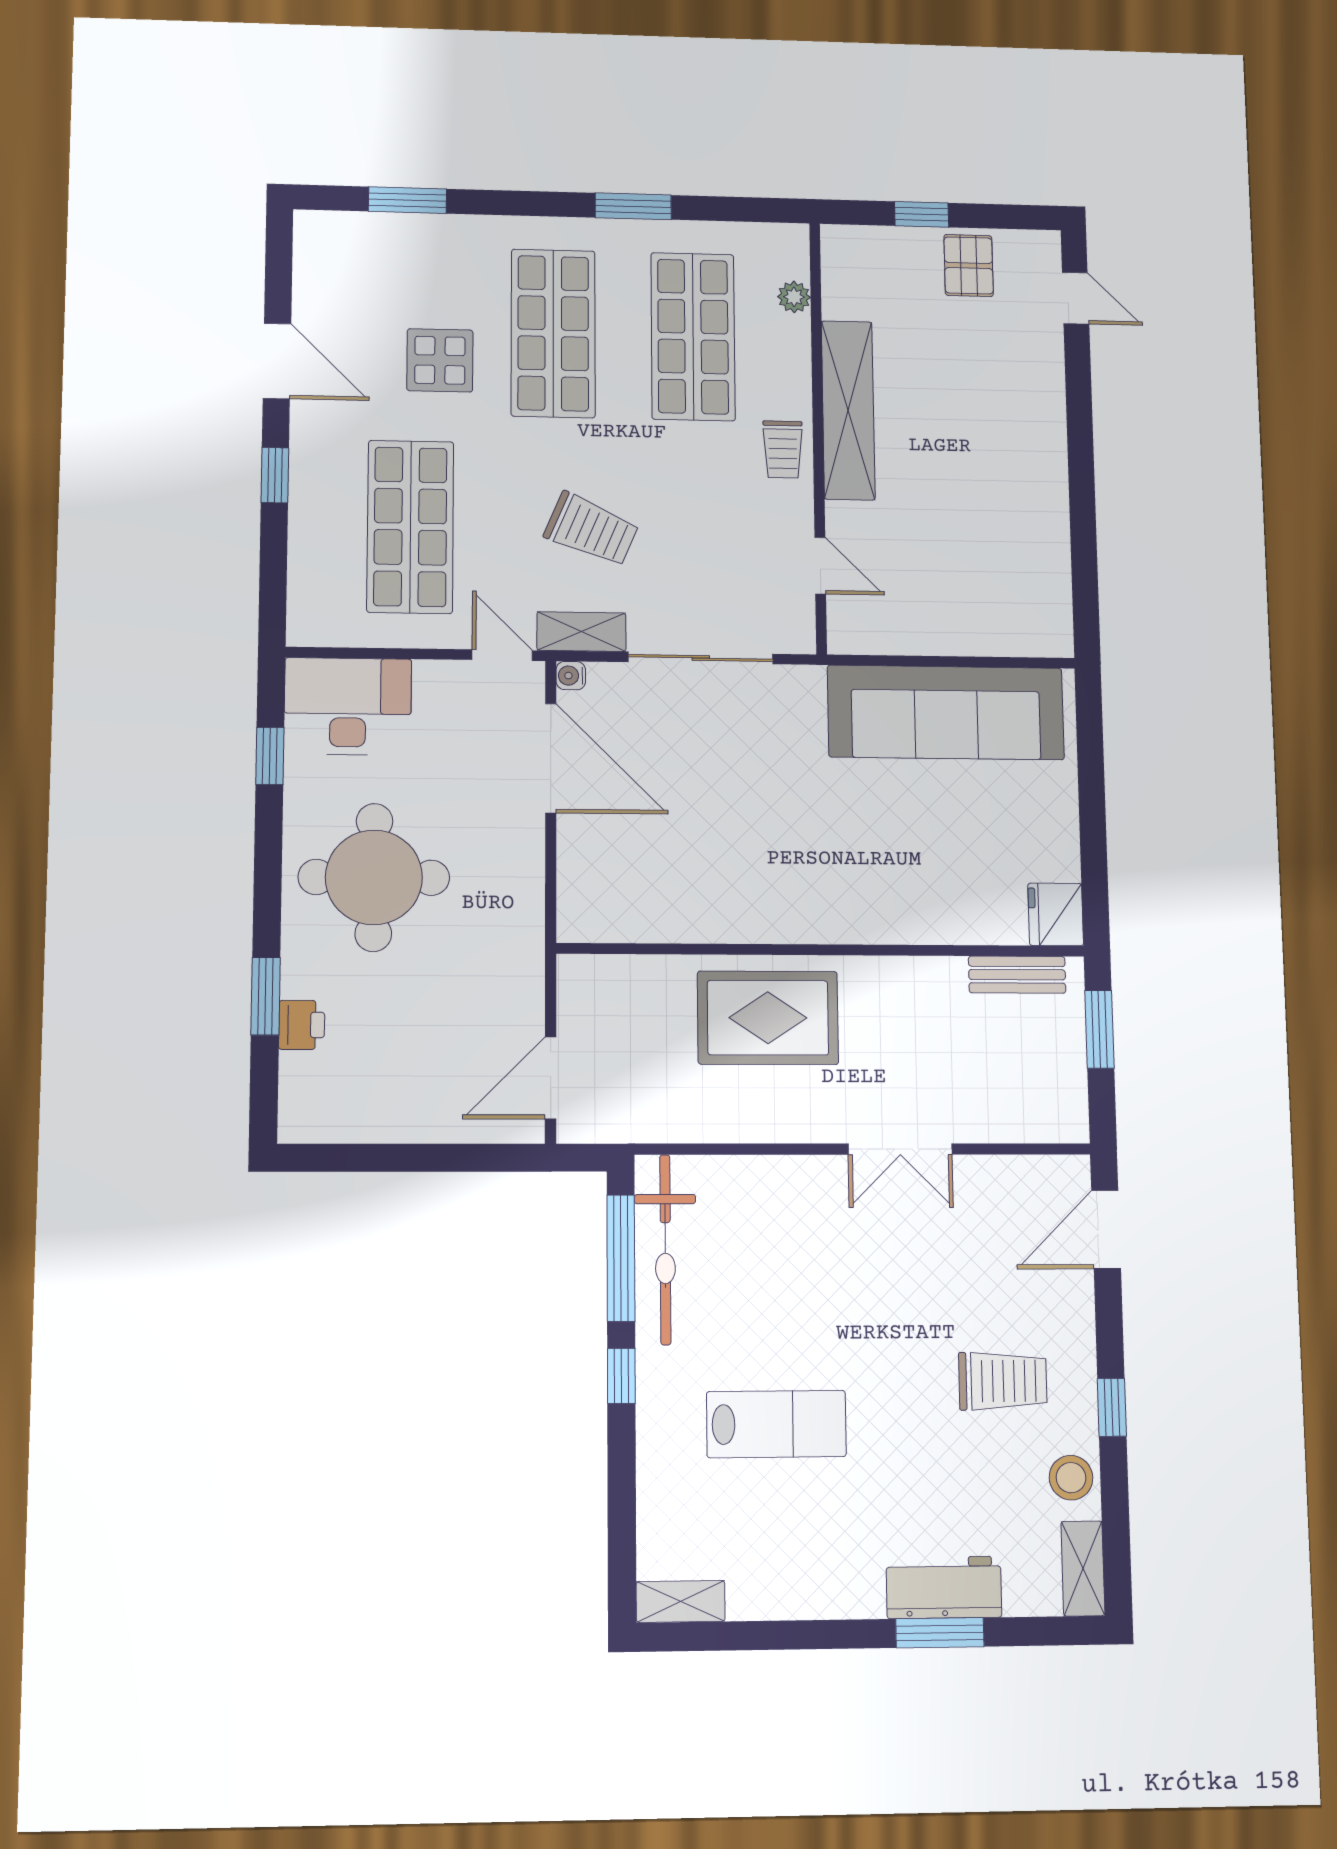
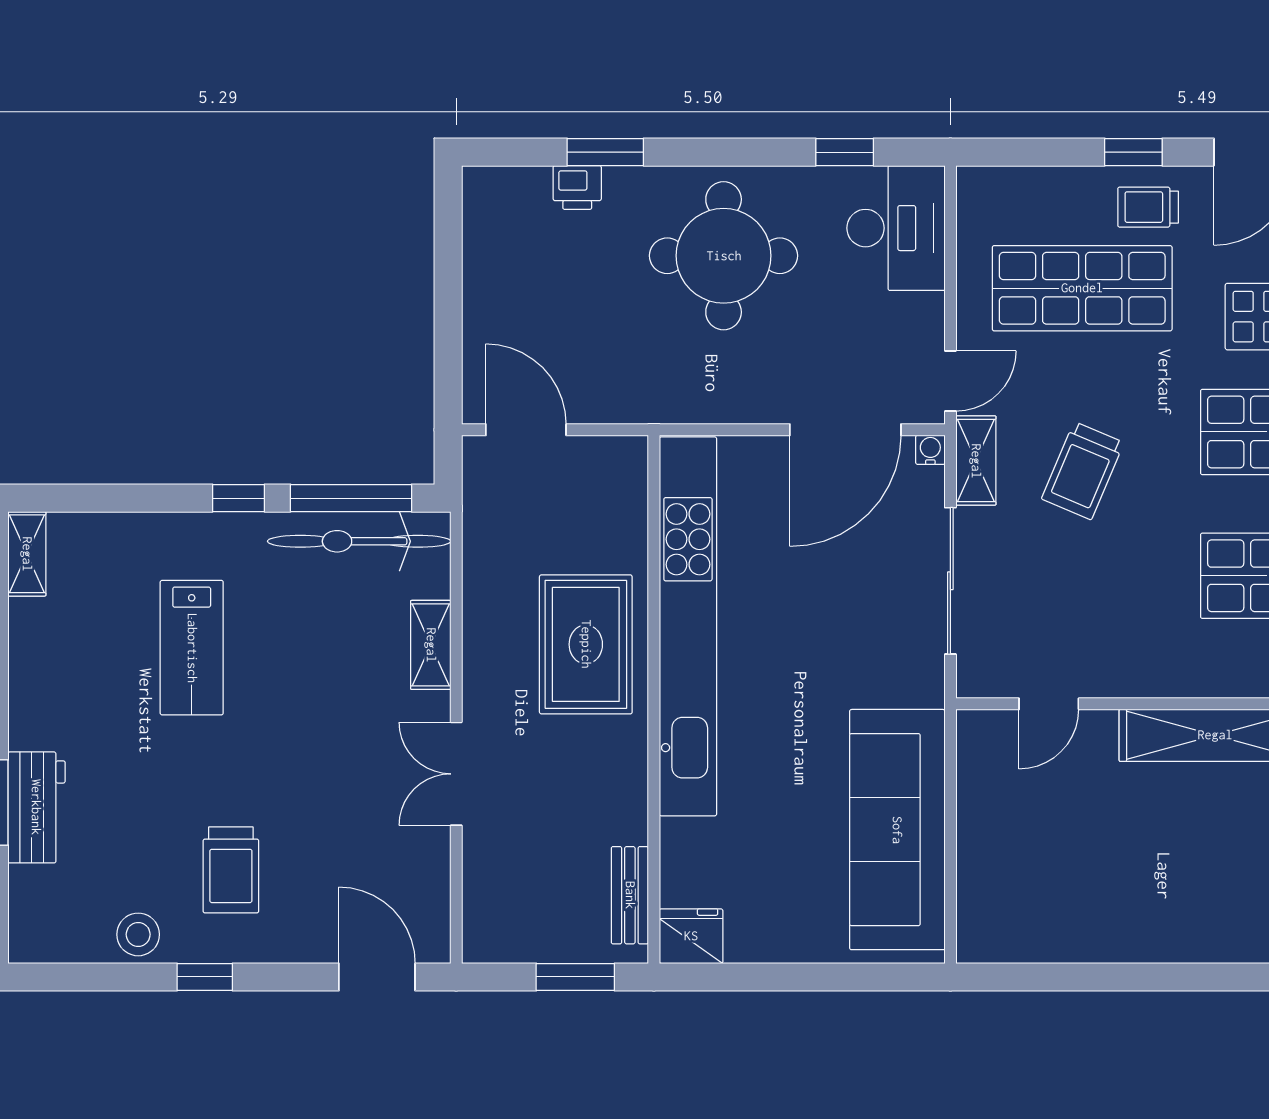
trolley: (783, 449) -> (1148, 207), moved
kitchen unit: (749, 915) -> (688, 626), added
shelving: (1083, 1568) -> (431, 645), moved, turned 90

